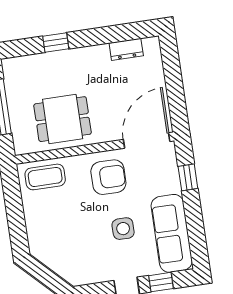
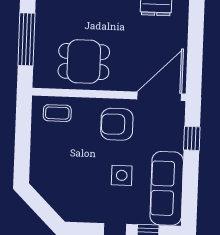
coffee table: (45, 177) -> (57, 113), width x0.73, depth x0.77
armchair: (108, 177) -> (117, 124), turned 180

